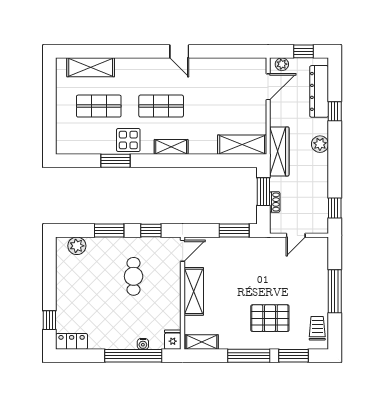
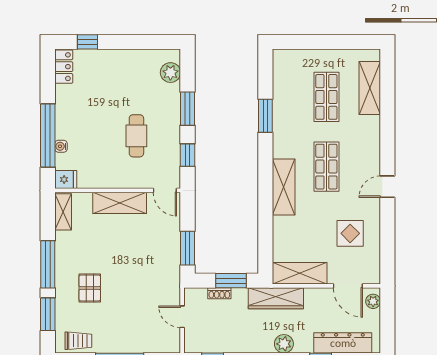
window: (304, 51) -> (387, 325), removed
display table: (128, 140) -> (350, 233), moved
shelving: (242, 145) -> (300, 273), moved, turned 90
shelving: (171, 147) -> (284, 187), width x1.50, depth x1.33
cafe table: (134, 276) -> (136, 136), turned 90
pallet: (270, 318) -> (90, 288), width x0.67, depth x0.71

